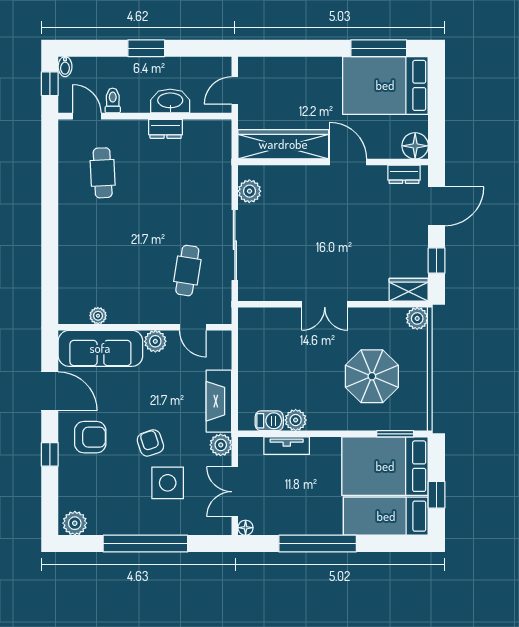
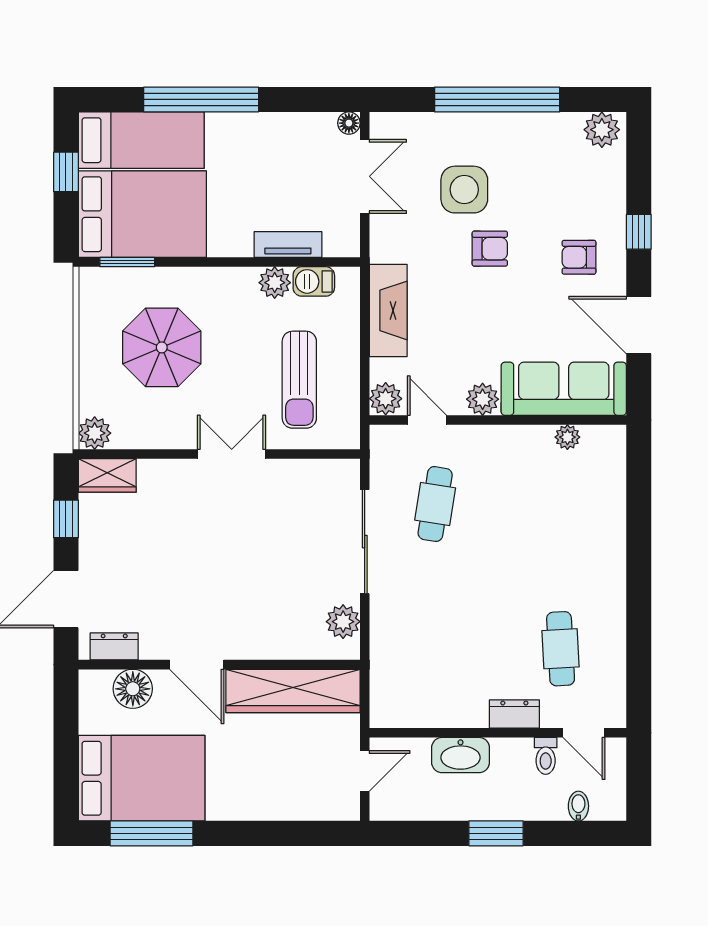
bidet: (65, 67) -> (578, 806), moved
window: (50, 84) -> (639, 781), removed
dresser: (166, 129) -> (514, 714), moved
floor lamp: (415, 146) -> (133, 689), moved
sun lounger: (279, 354) -> (299, 380), added
armchair: (90, 437) -> (579, 257), width x0.72, depth x0.72
armchair: (150, 443) -> (490, 249), turned -71
plant: (221, 445) -> (386, 399), moved
window: (318, 544) -> (201, 99), moved

